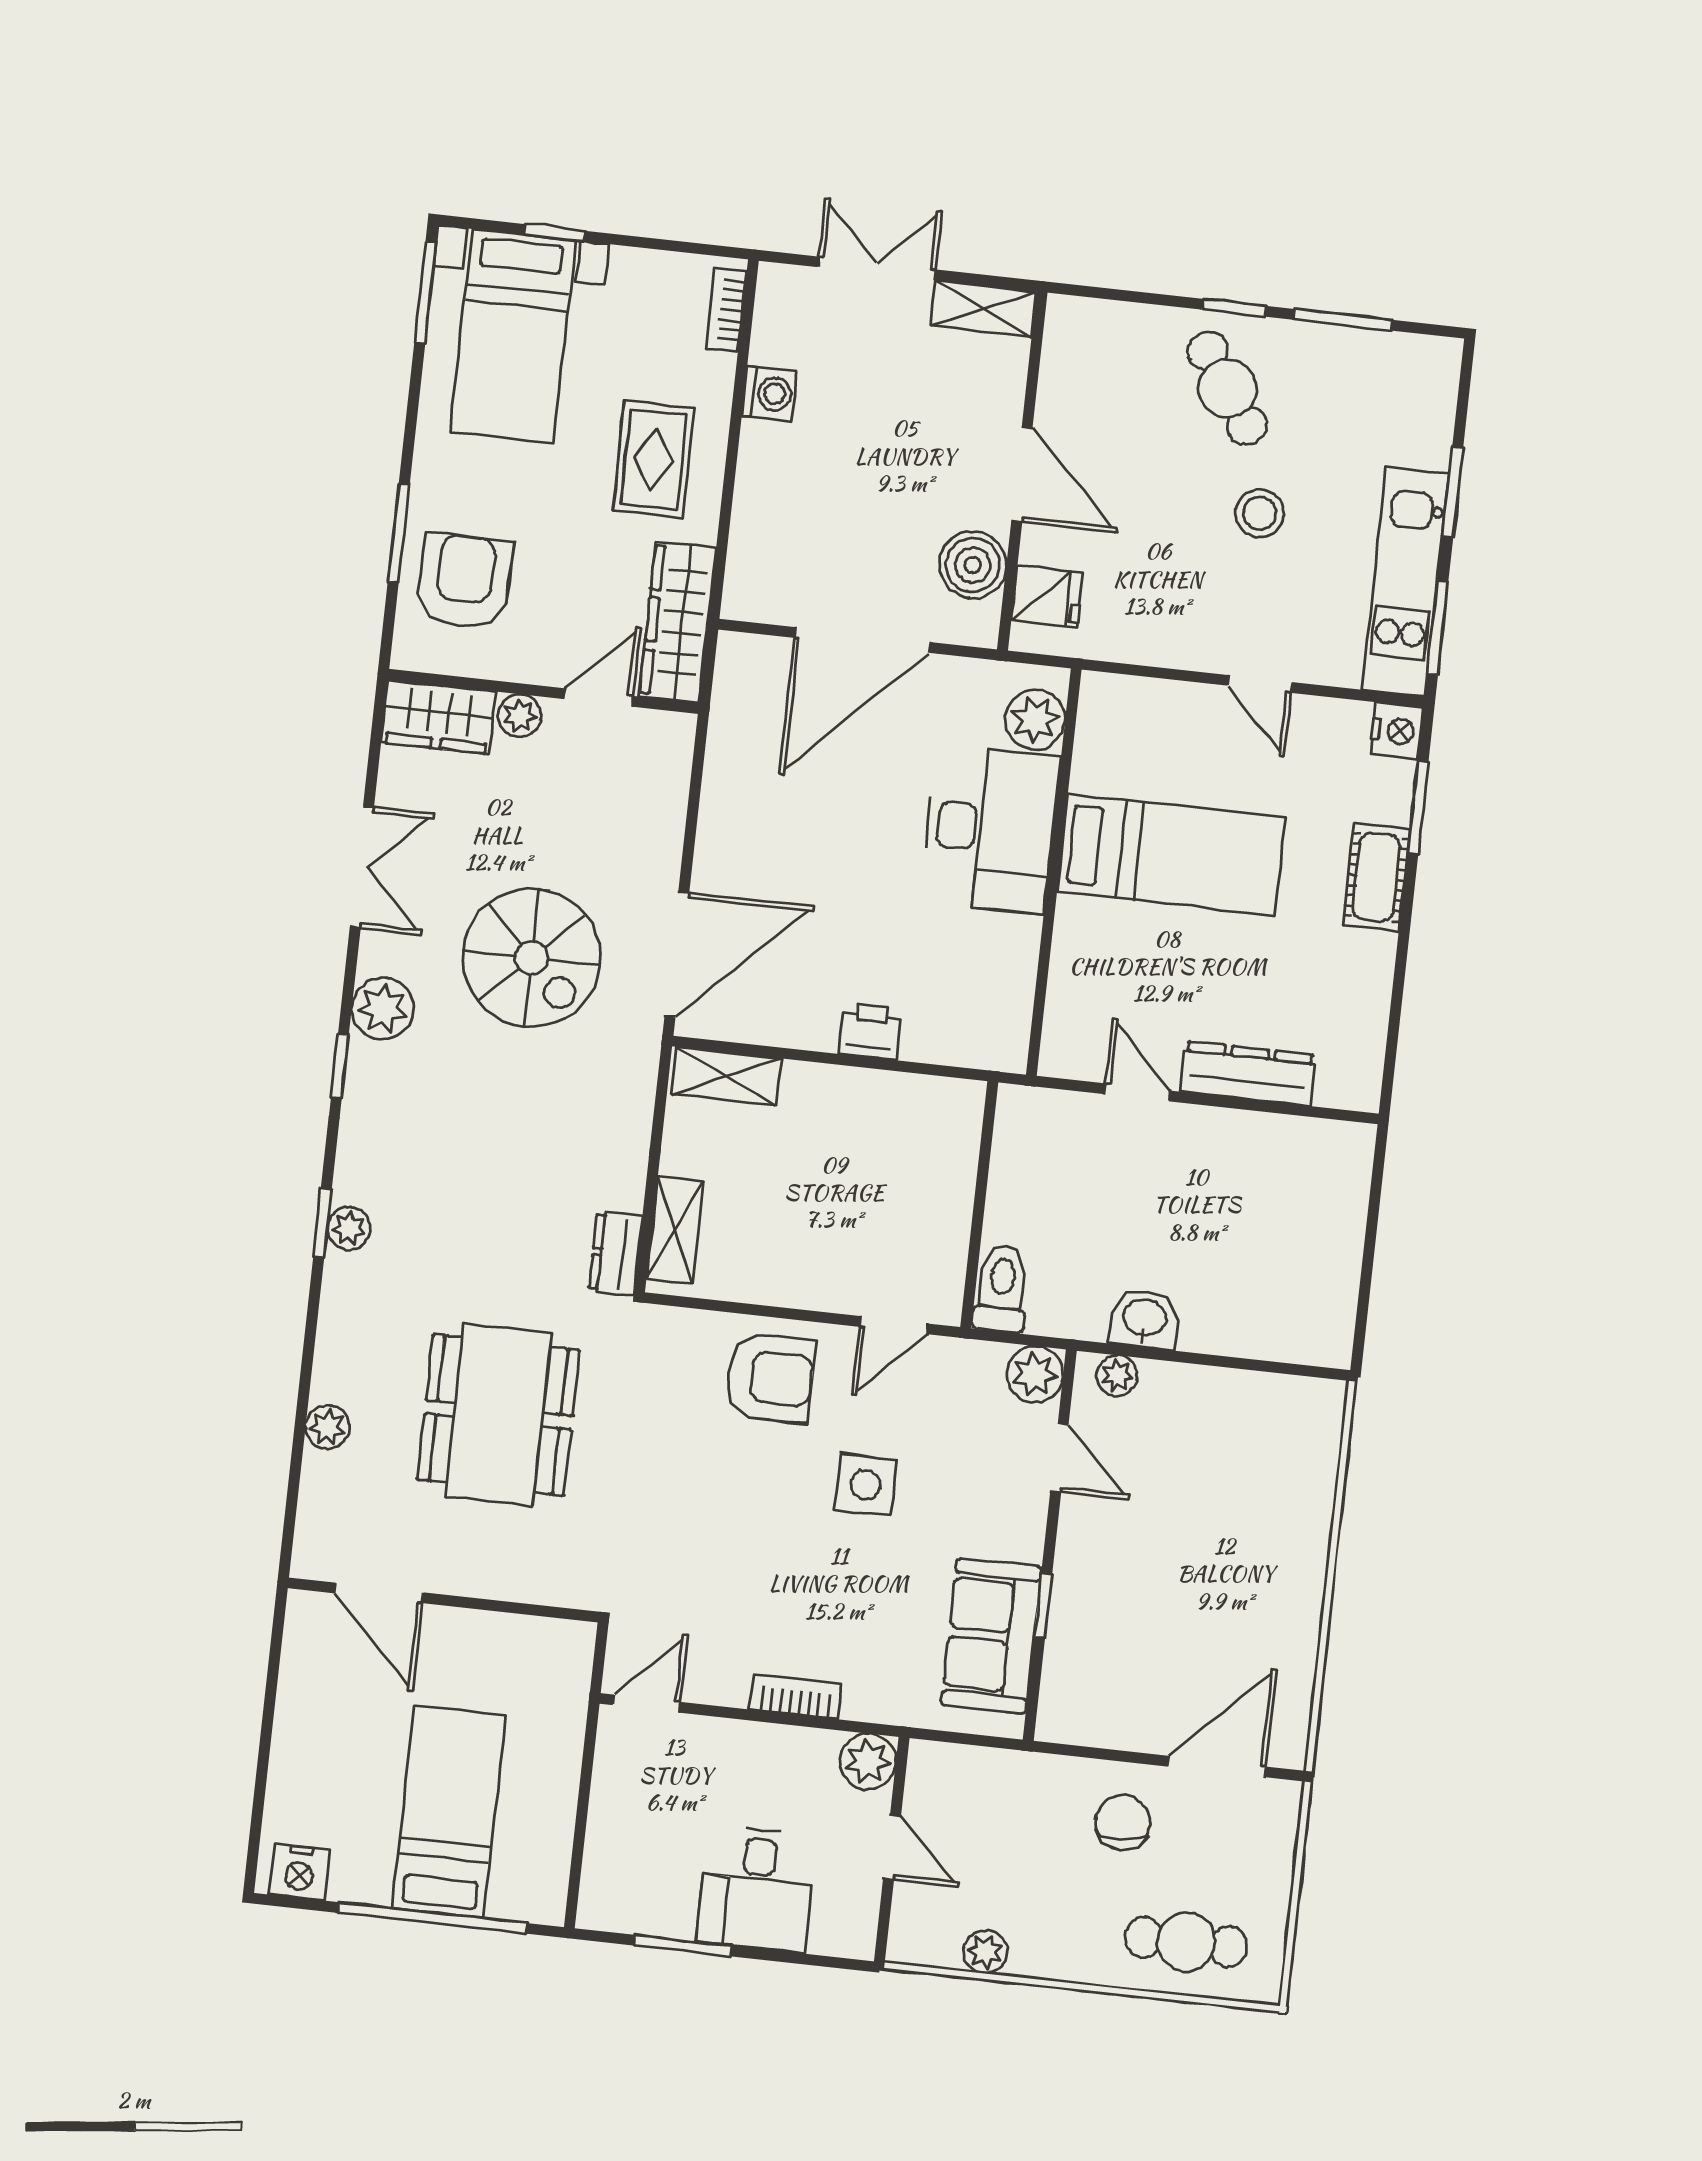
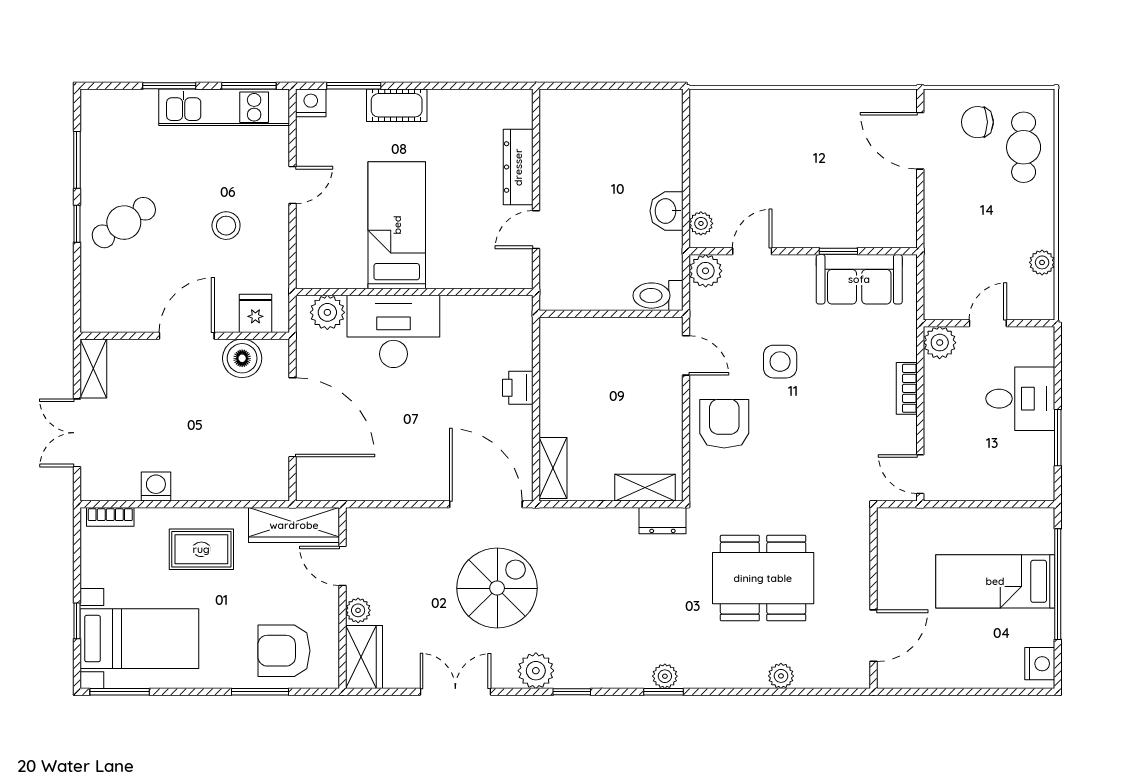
stool: (1260, 513) -> (226, 226), moved
chair: (1123, 1823) -> (977, 122), moved

